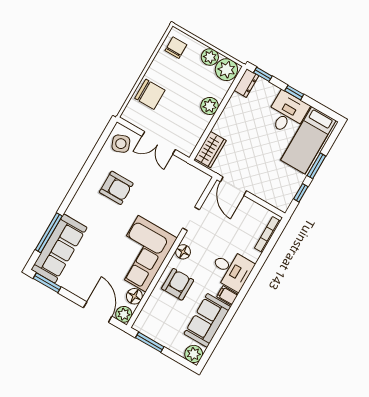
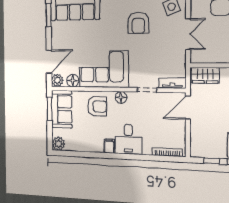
double door: (159, 143) -> (188, 34), swing flipped
tv unit: (199, 188) -> (172, 83), added
sofa: (207, 320) -> (62, 109), moved, turned 90

